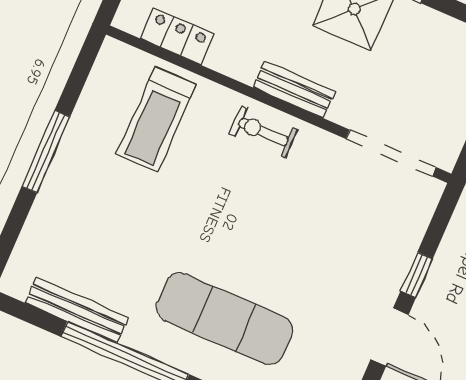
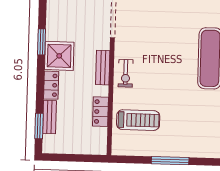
locker: (177, 36) -> (101, 112), moved

